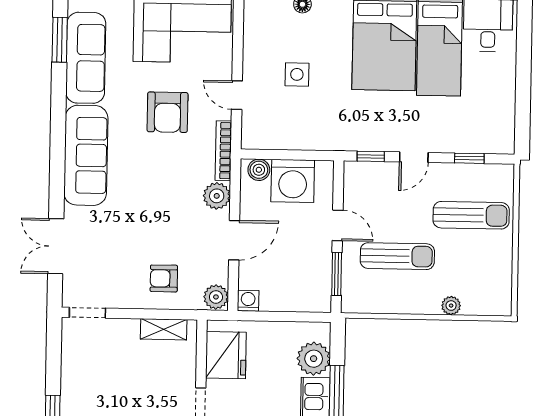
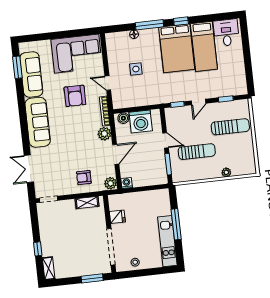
fridge: (226, 355) -> (117, 217), width x0.53, depth x0.75
plant: (314, 359) -> (162, 207), removed

